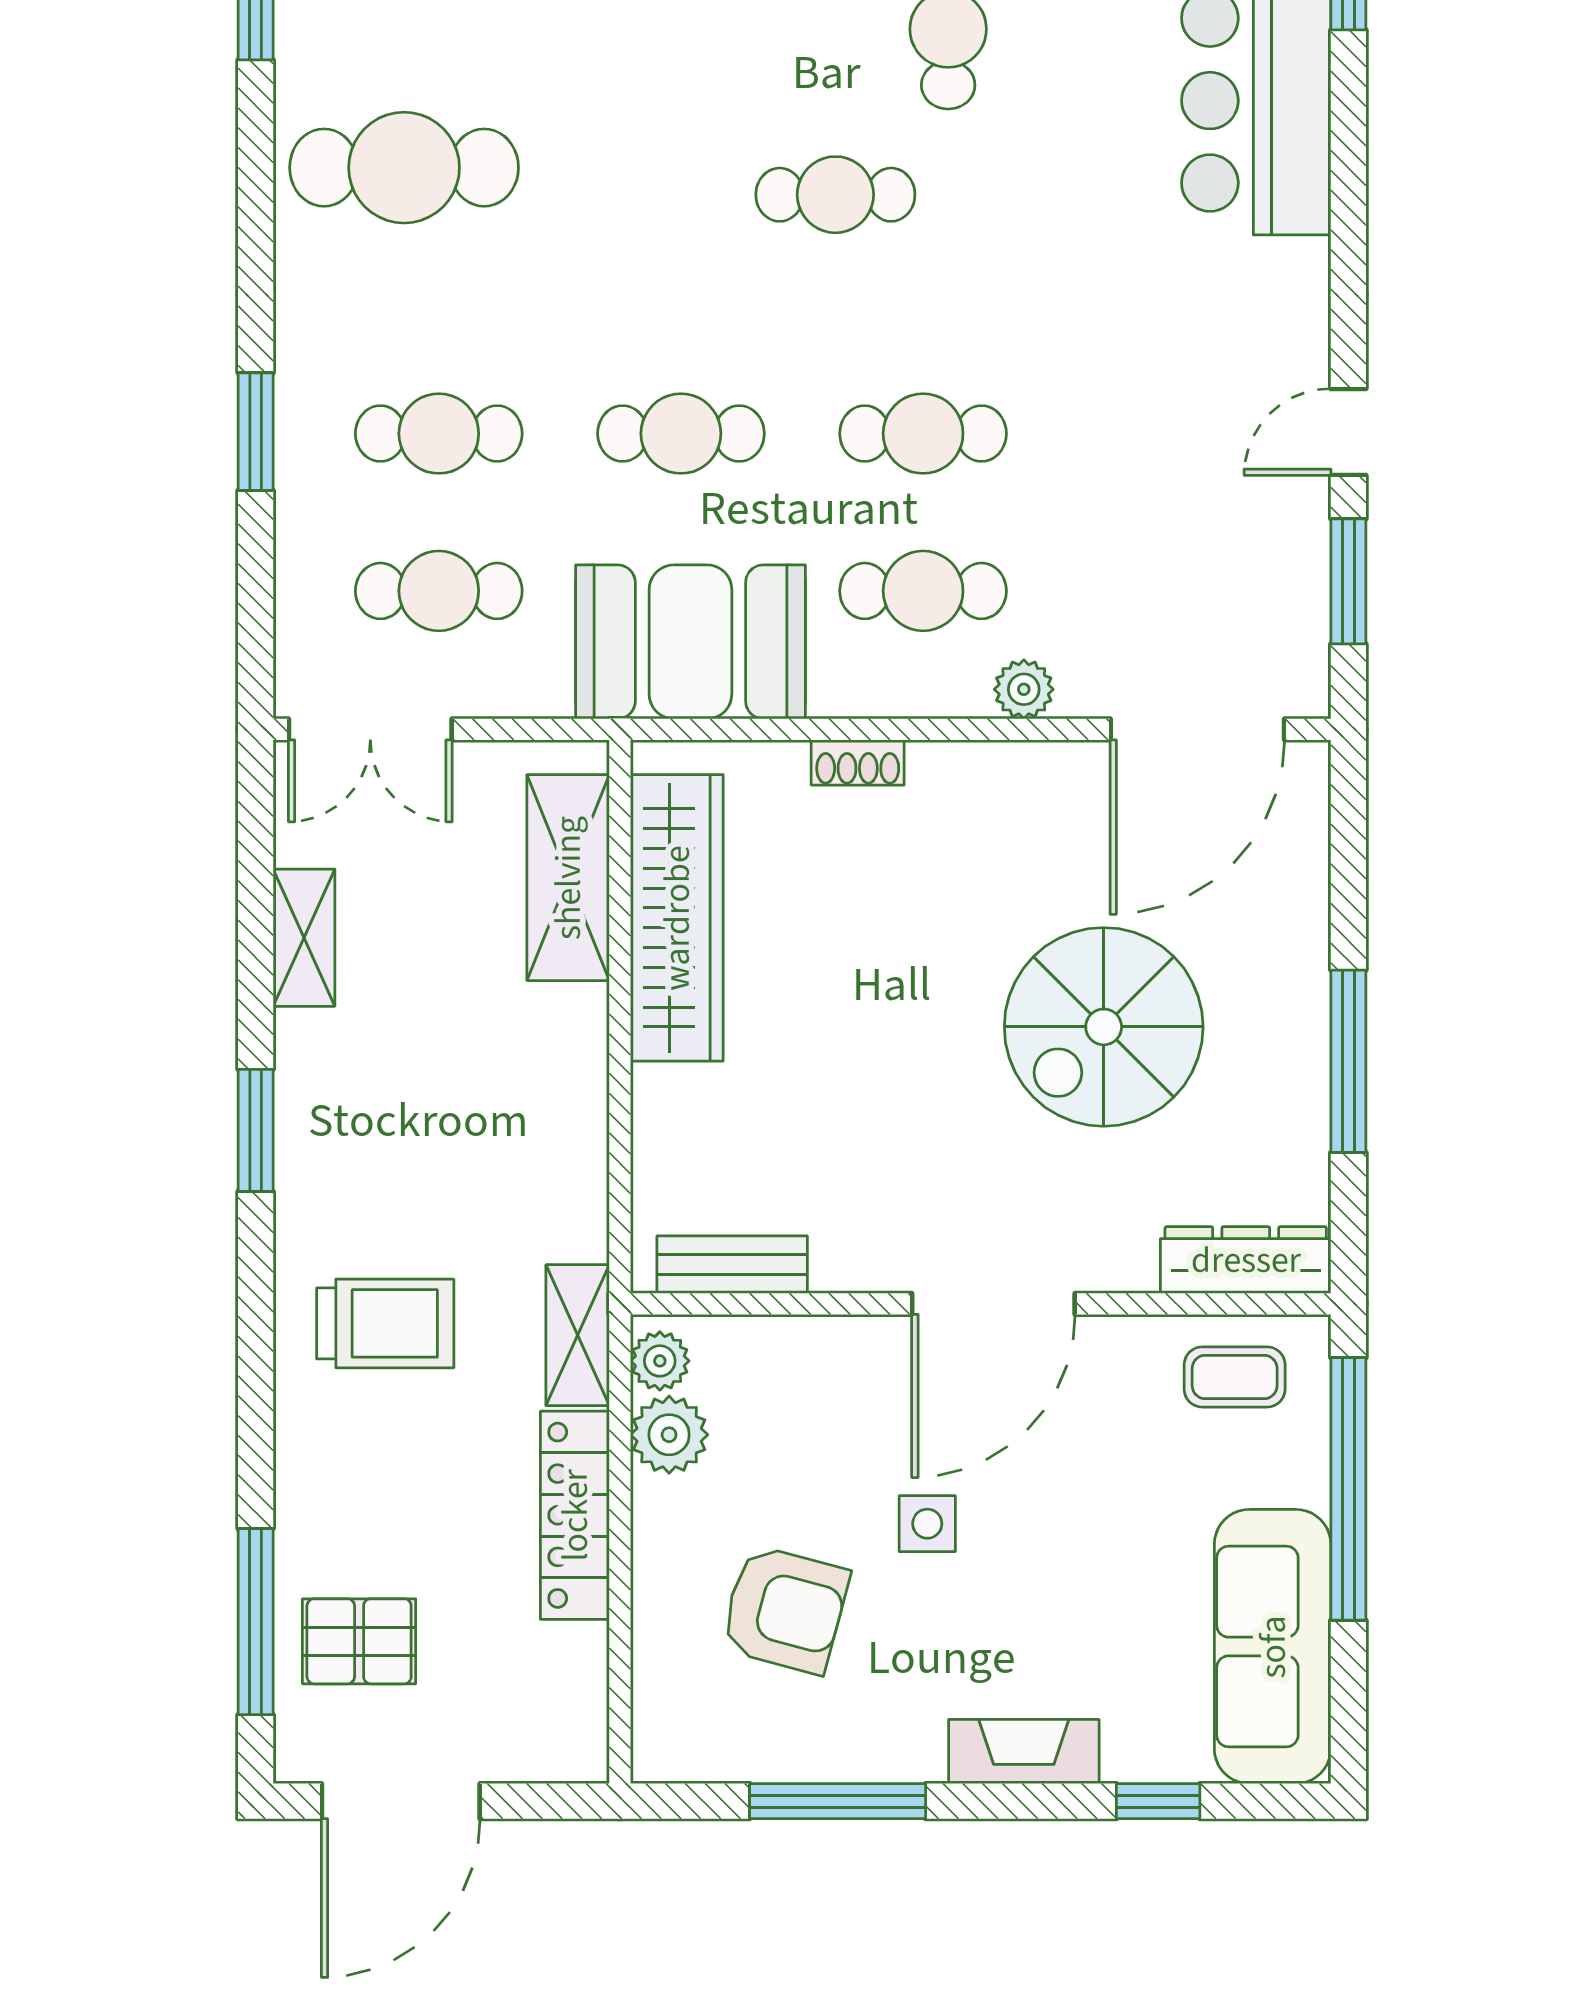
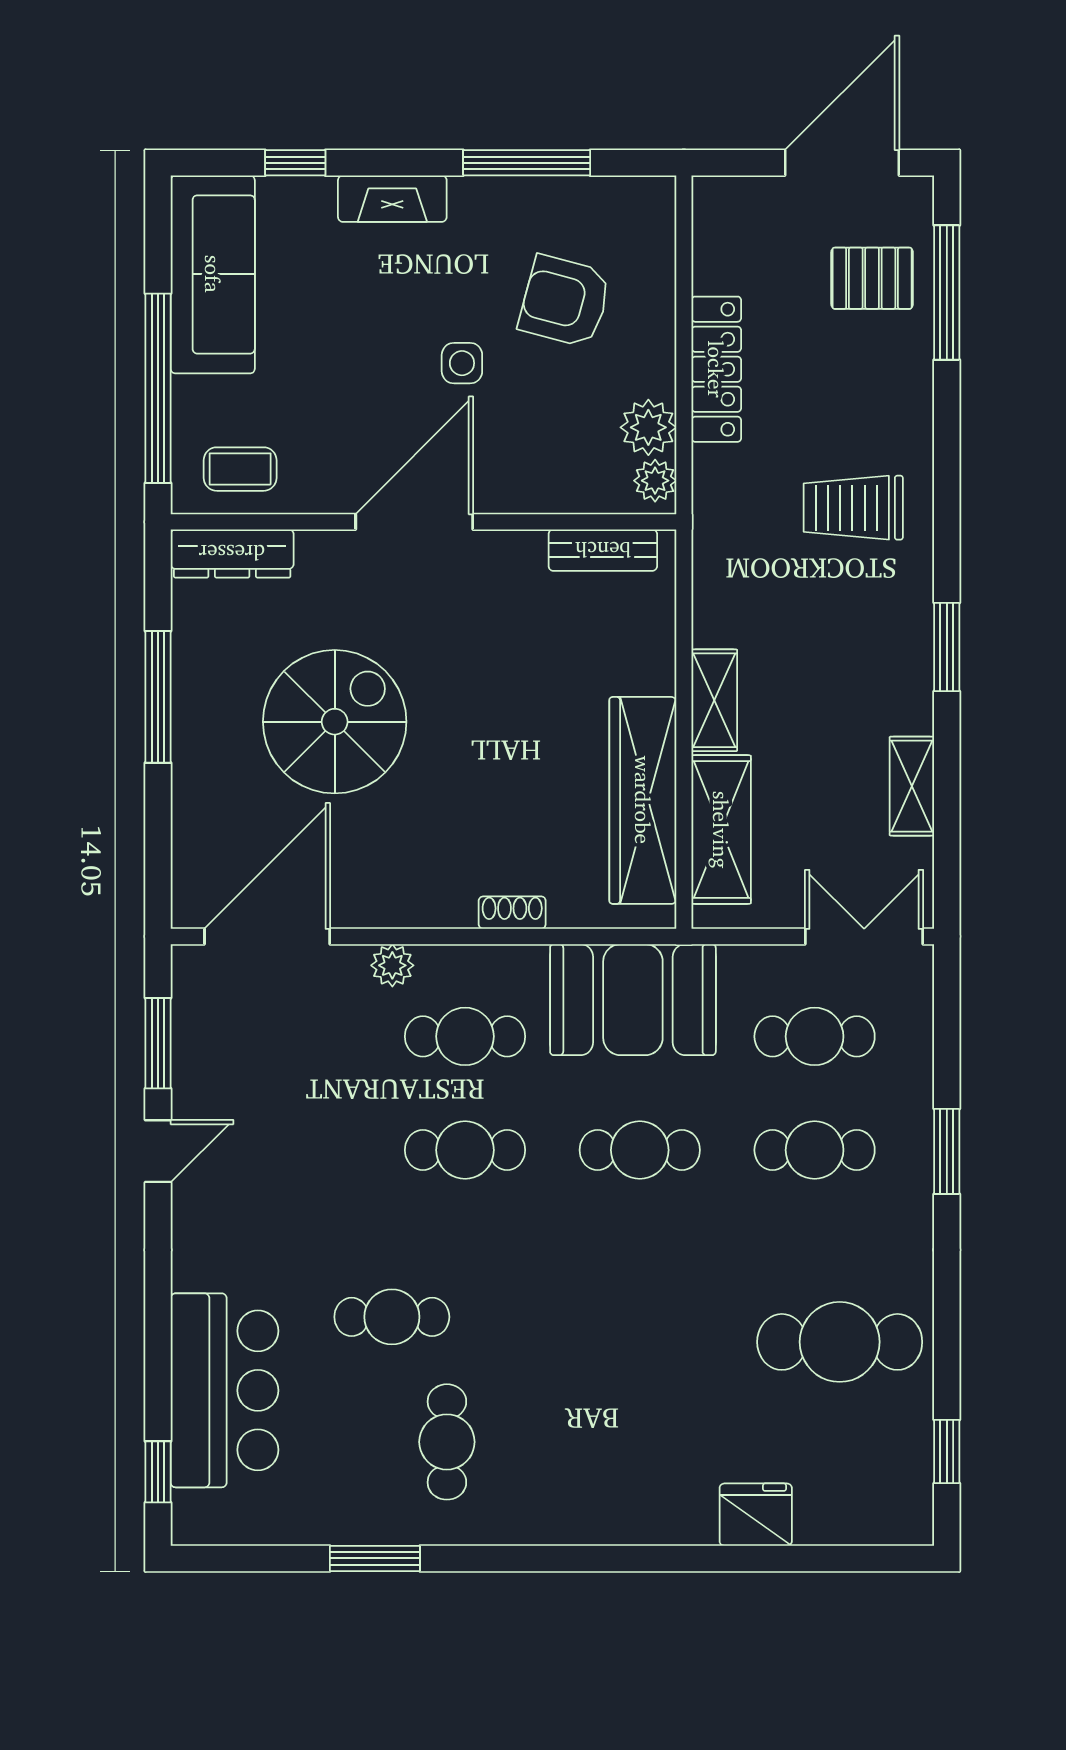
cafe table: (835, 195) -> (392, 1317), moved
shelving: (578, 1335) -> (714, 700), moved

